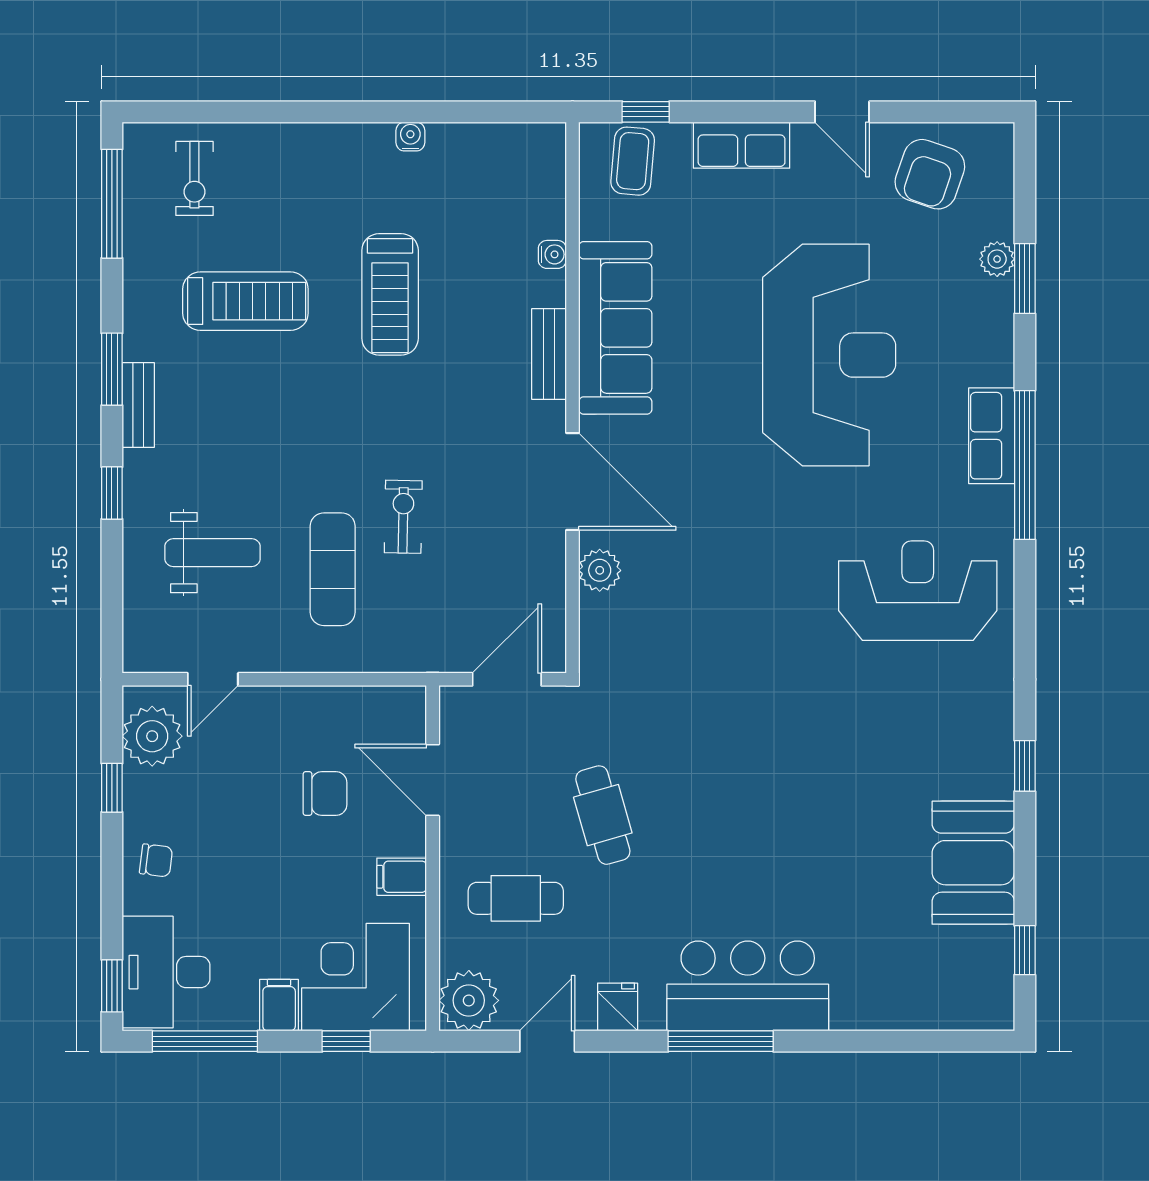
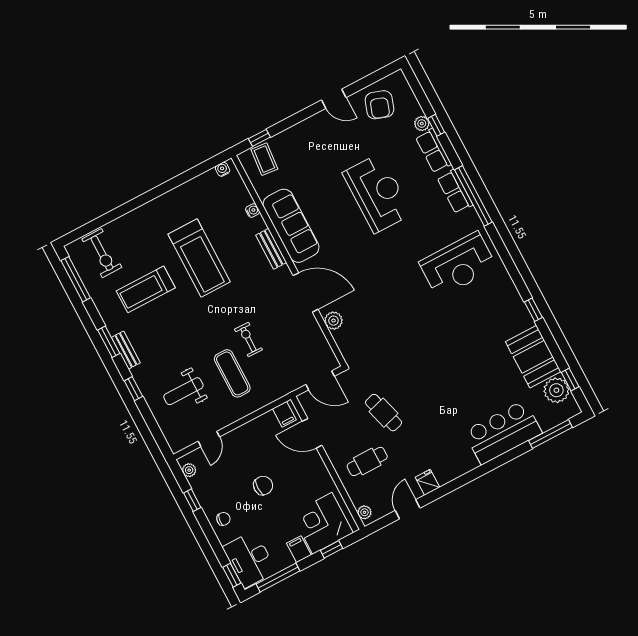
water cooler: (410, 137) -> (223, 169), moved
row of seats: (742, 145) -> (433, 151), moved, turned 90
exercise bike: (194, 178) -> (102, 253), width x1.38, depth x1.39
window: (1025, 279) -> (436, 125), width x0.67
treadmill: (390, 294) -> (199, 258), width x1.37, depth x1.38
treadmill: (245, 301) -> (146, 289), turned 180
reception desk: (829, 355) -> (377, 193), width x0.74, depth x0.77
weight bench: (212, 553) -> (183, 391), turned 180
reception desk: (918, 591) -> (458, 265), turned 180
door: (507, 679) -> (320, 380), swing flipped
plant: (152, 736) -> (189, 470), width x0.53, depth x0.53
chair: (325, 794) -> (263, 486), moved
filing cabinet: (402, 877) -> (284, 414), moved, turned -90
plant: (985, 957) -> (556, 390), added
bar counter: (748, 986) -> (503, 432), moved
plant: (469, 1000) -> (364, 512), width x0.53, depth x0.53
window: (721, 1041) -> (550, 434), moved

